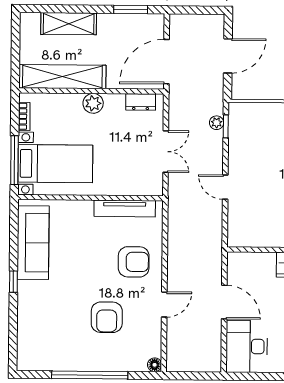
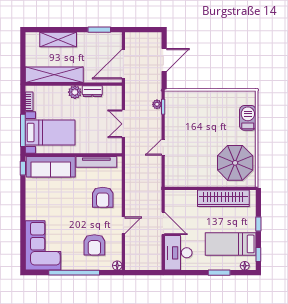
dresser: (141, 102) -> (92, 91), moved
double door: (166, 152) -> (123, 124), swing flipped
door: (225, 187) -> (163, 147), hinge flipped
sofa: (33, 243) -> (51, 167), moved, turned 90
armchair: (134, 262) -> (103, 197), turned 90
window: (13, 282) -> (23, 168), moved
armchair: (107, 317) -> (94, 245), moved
corner sofa: (43, 334) -> (43, 245), added

